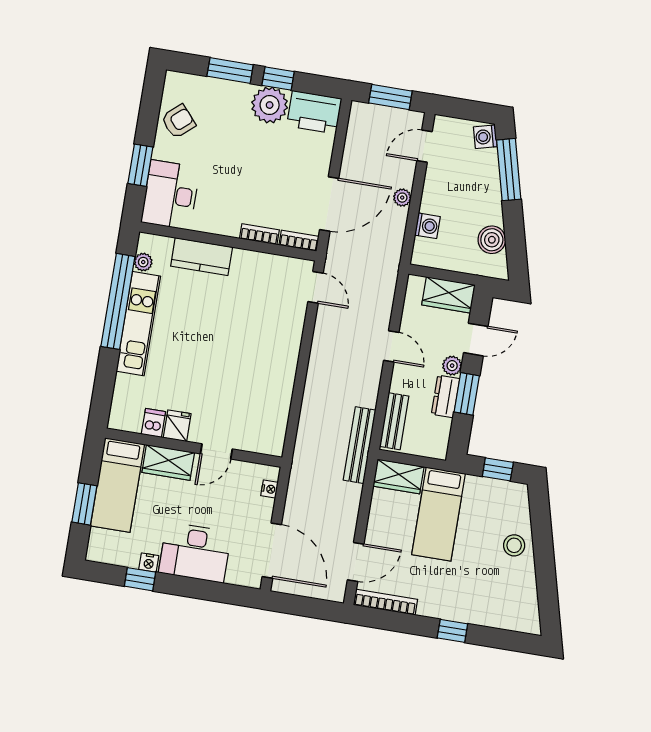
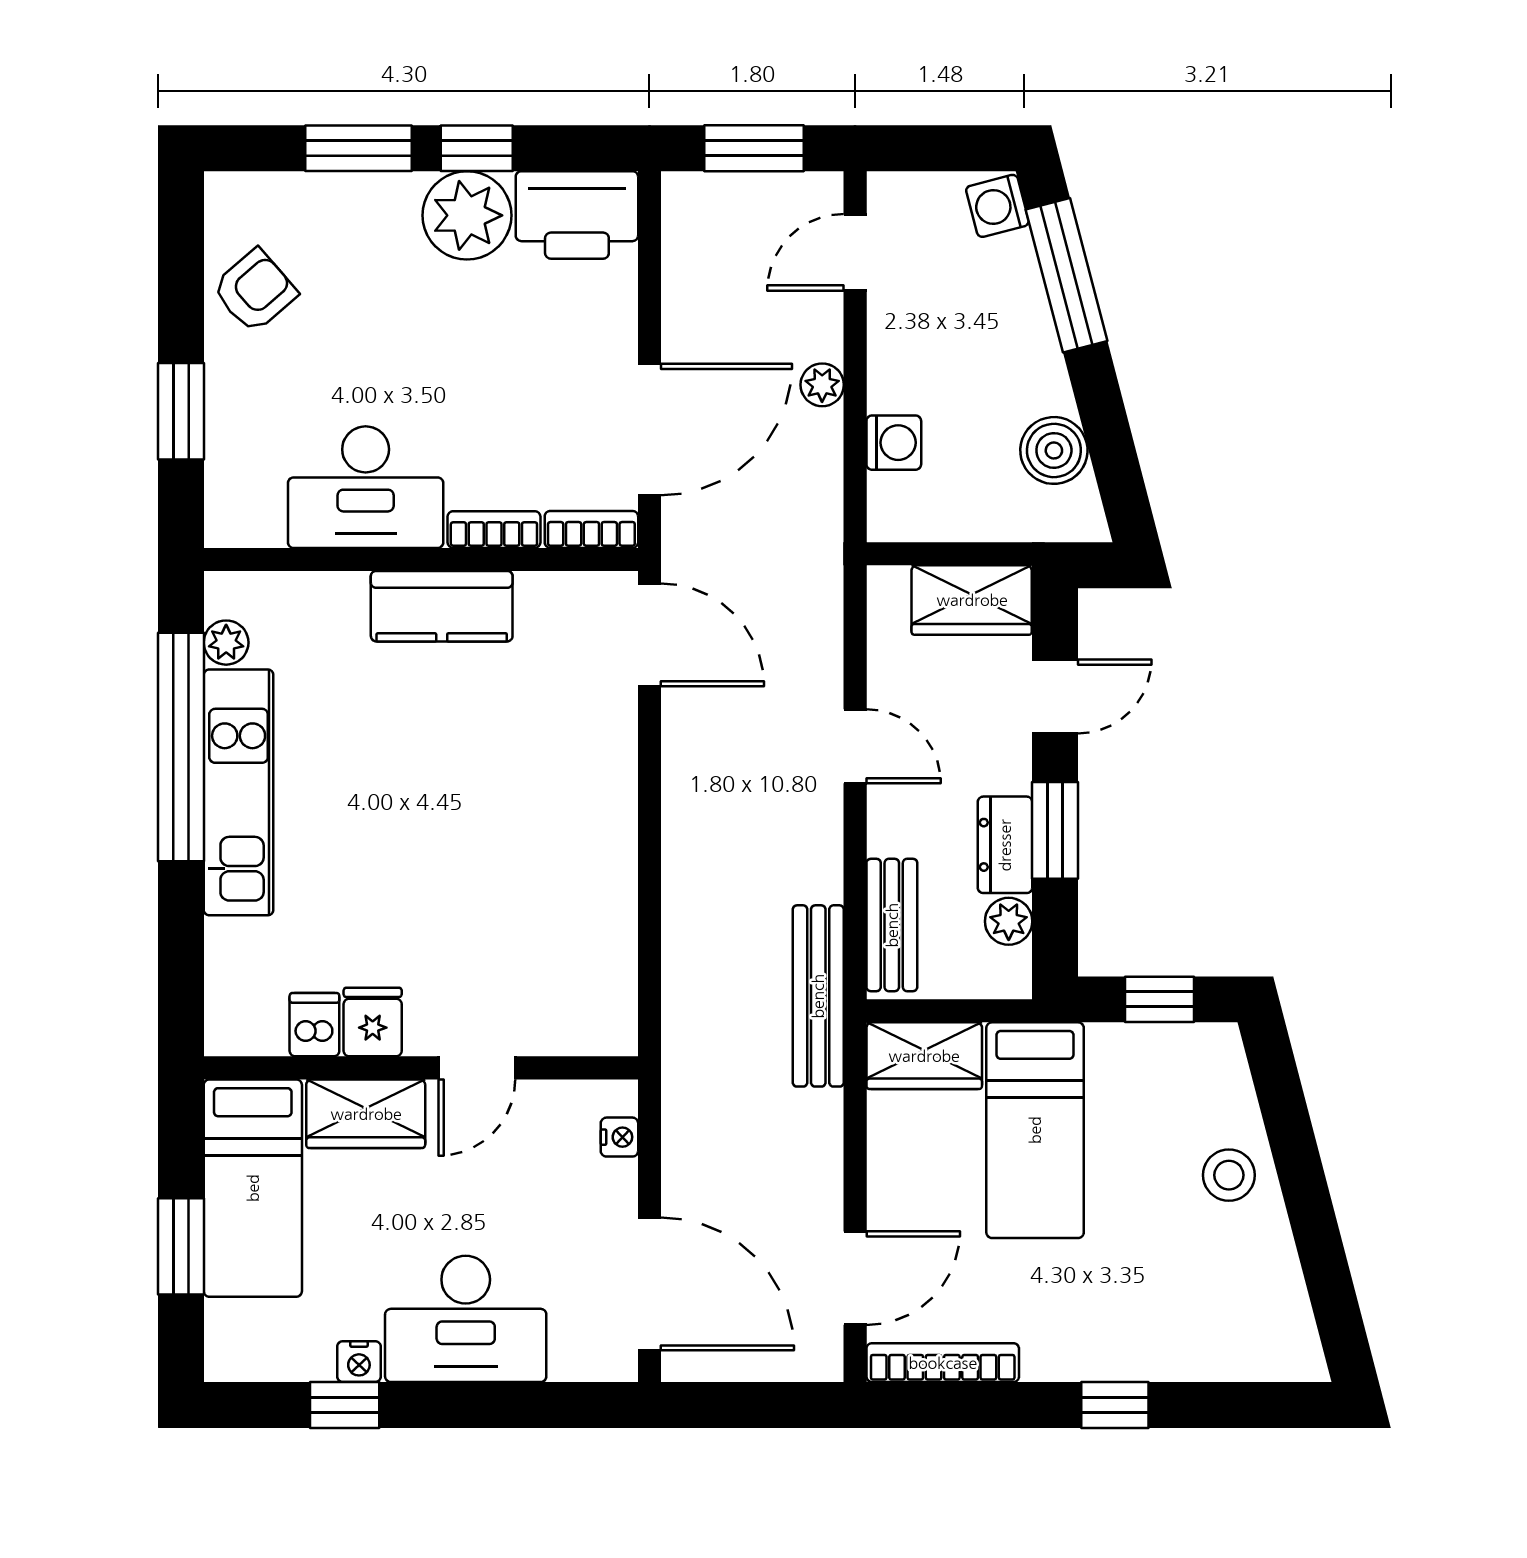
desk: (170, 195) -> (366, 487), moved, turned -90
kitchen counter: (202, 257) -> (442, 606), moved
door: (315, 287) -> (649, 635), width x1.38
plant: (452, 366) -> (1009, 921), moved

